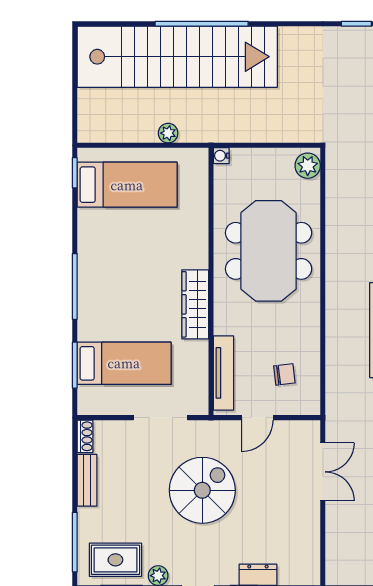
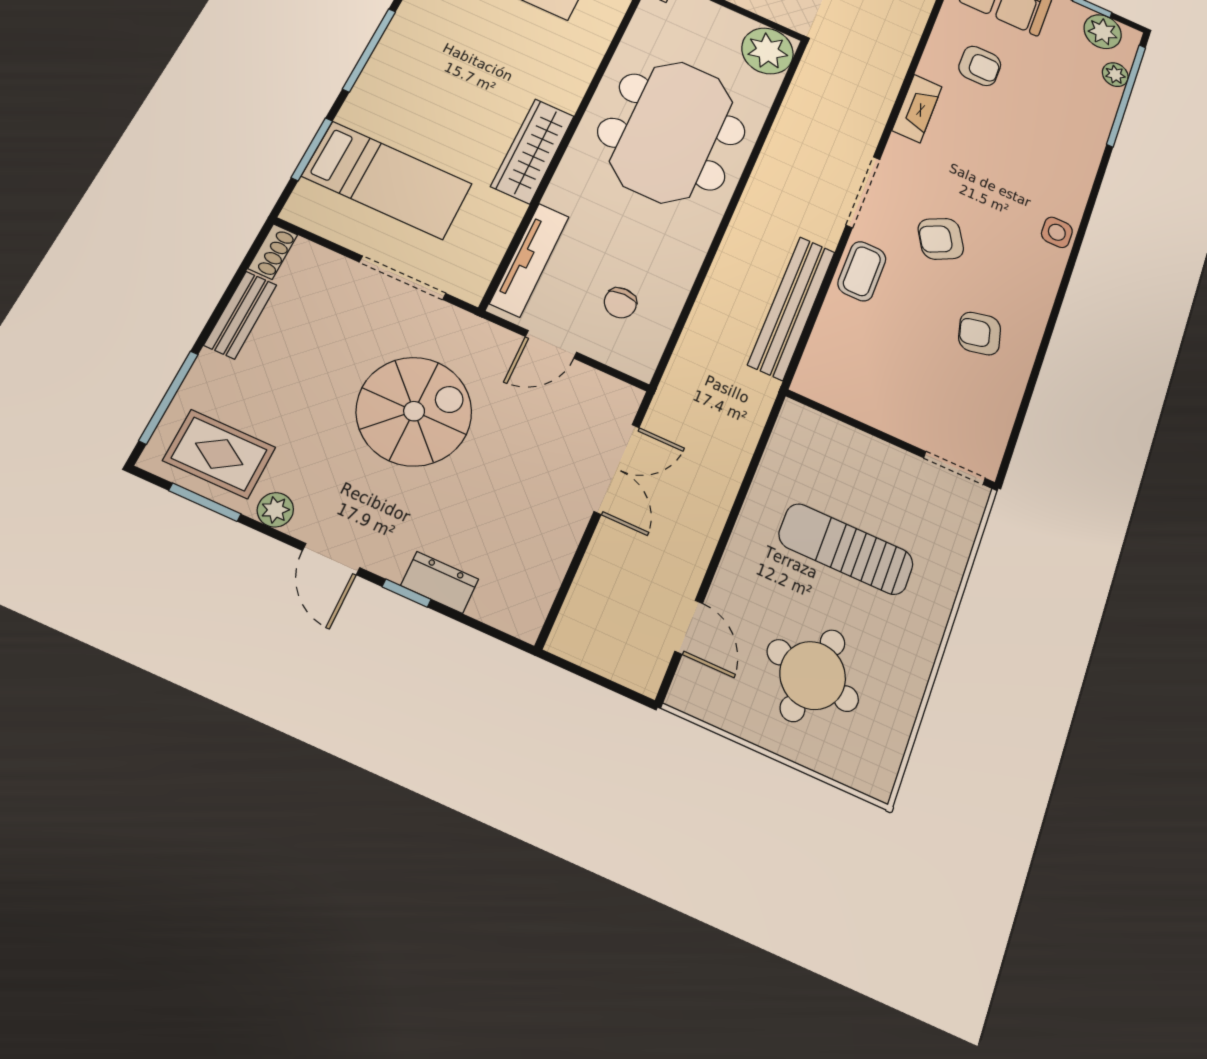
plant: (308, 166) -> (768, 51), width x1.36, depth x1.36
chair: (284, 374) -> (620, 303), turned 97

